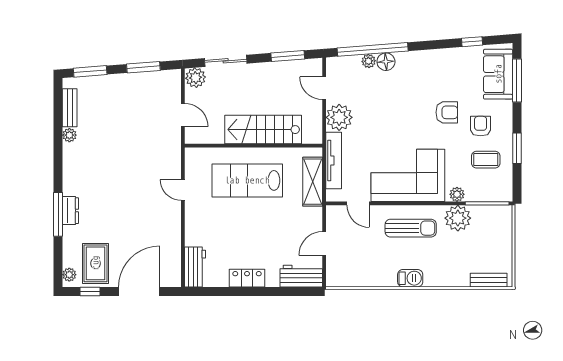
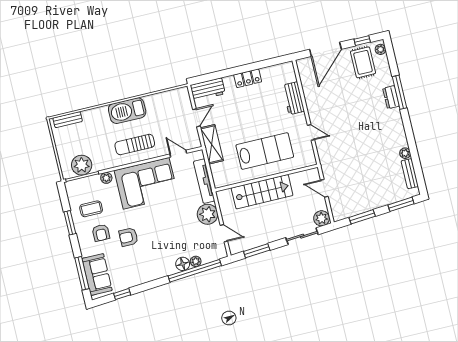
shelving: (313, 182) -> (212, 144), moved
plant: (458, 218) -> (82, 165), moved
workbench: (195, 267) -> (293, 98), moved
barbecue: (410, 278) -> (127, 111), width x1.88, depth x1.53

